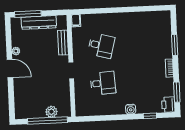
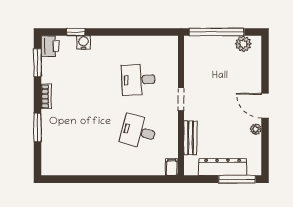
water cooler: (131, 109) -> (83, 42), moved
plant: (51, 112) -> (243, 44), moved

